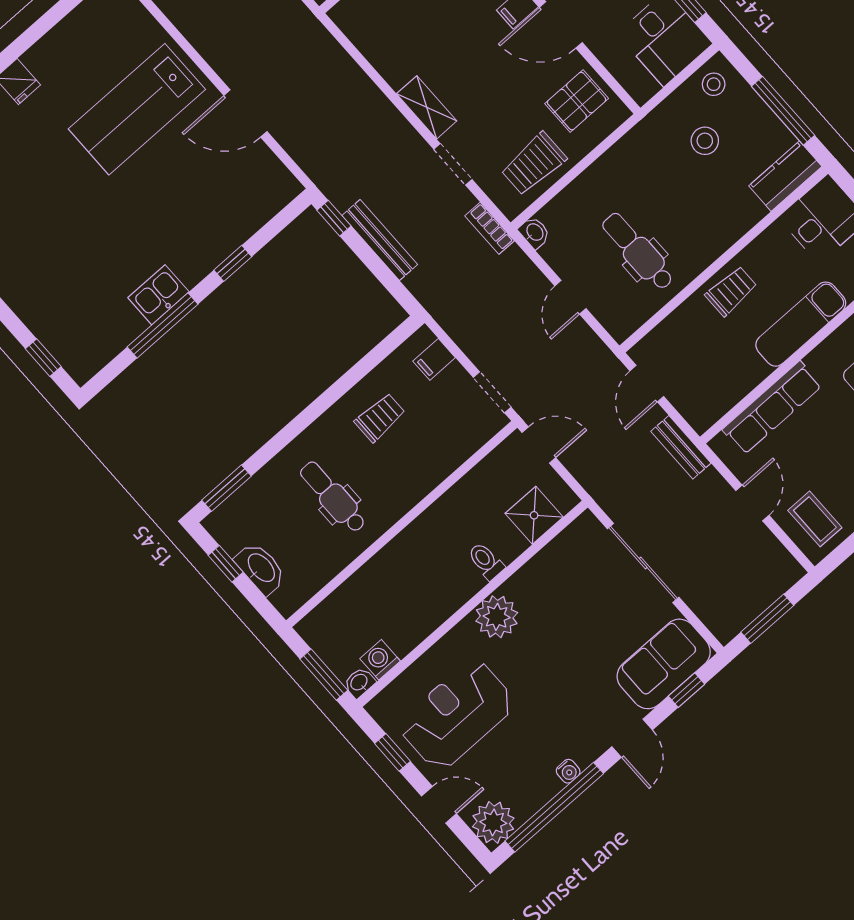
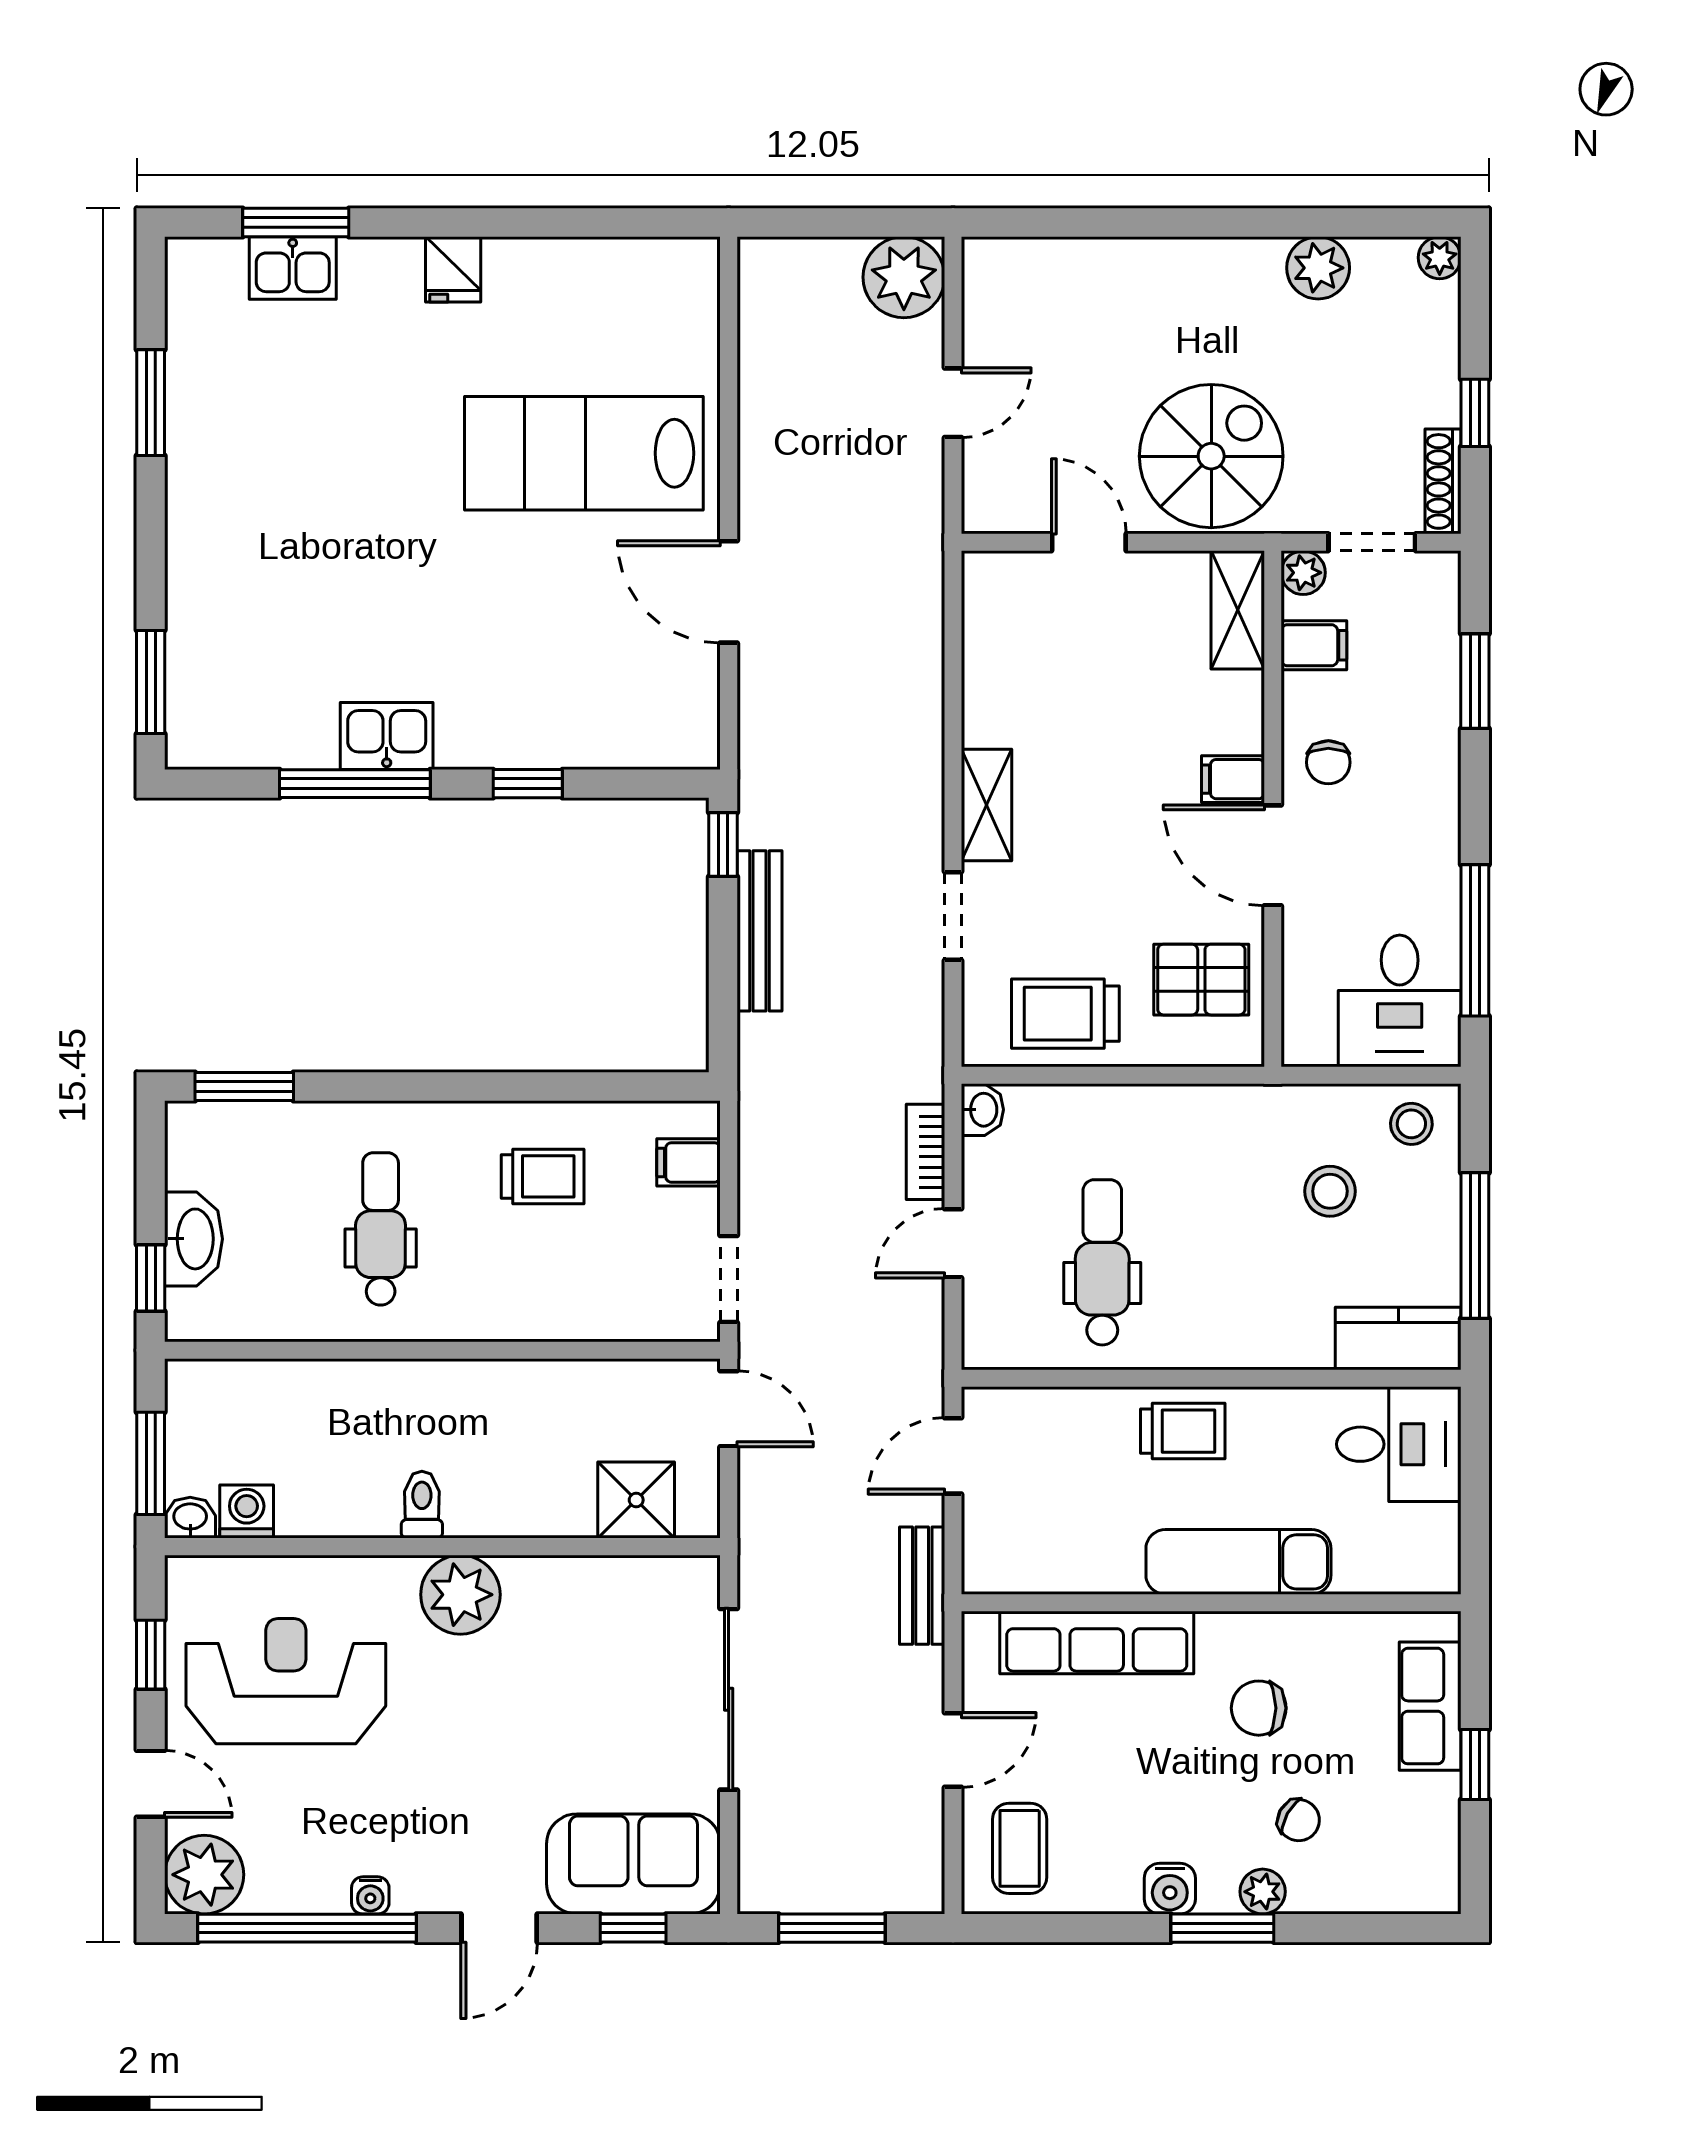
bookcase: (490, 228) -> (926, 1152), moved
window: (43, 358) -> (151, 682), width x1.50
toilet: (486, 561) -> (422, 1505), moved
window: (226, 564) -> (151, 1278), moved

